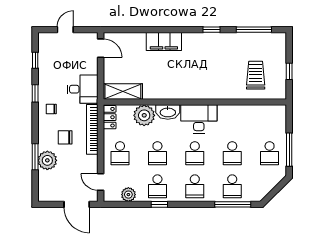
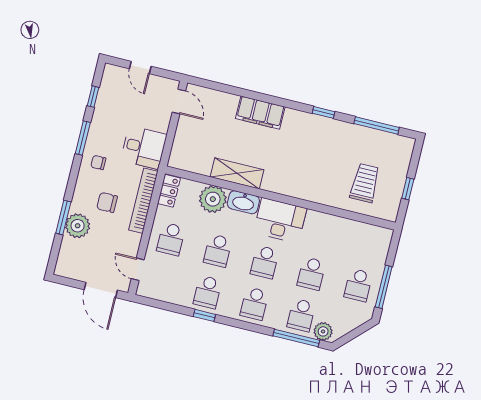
door: (65, 30) -> (140, 67), swing flipped
shelving: (123, 91) -> (237, 173), moved
window: (35, 93) -> (83, 138), width x1.50
plant: (128, 195) -> (323, 331), moved

